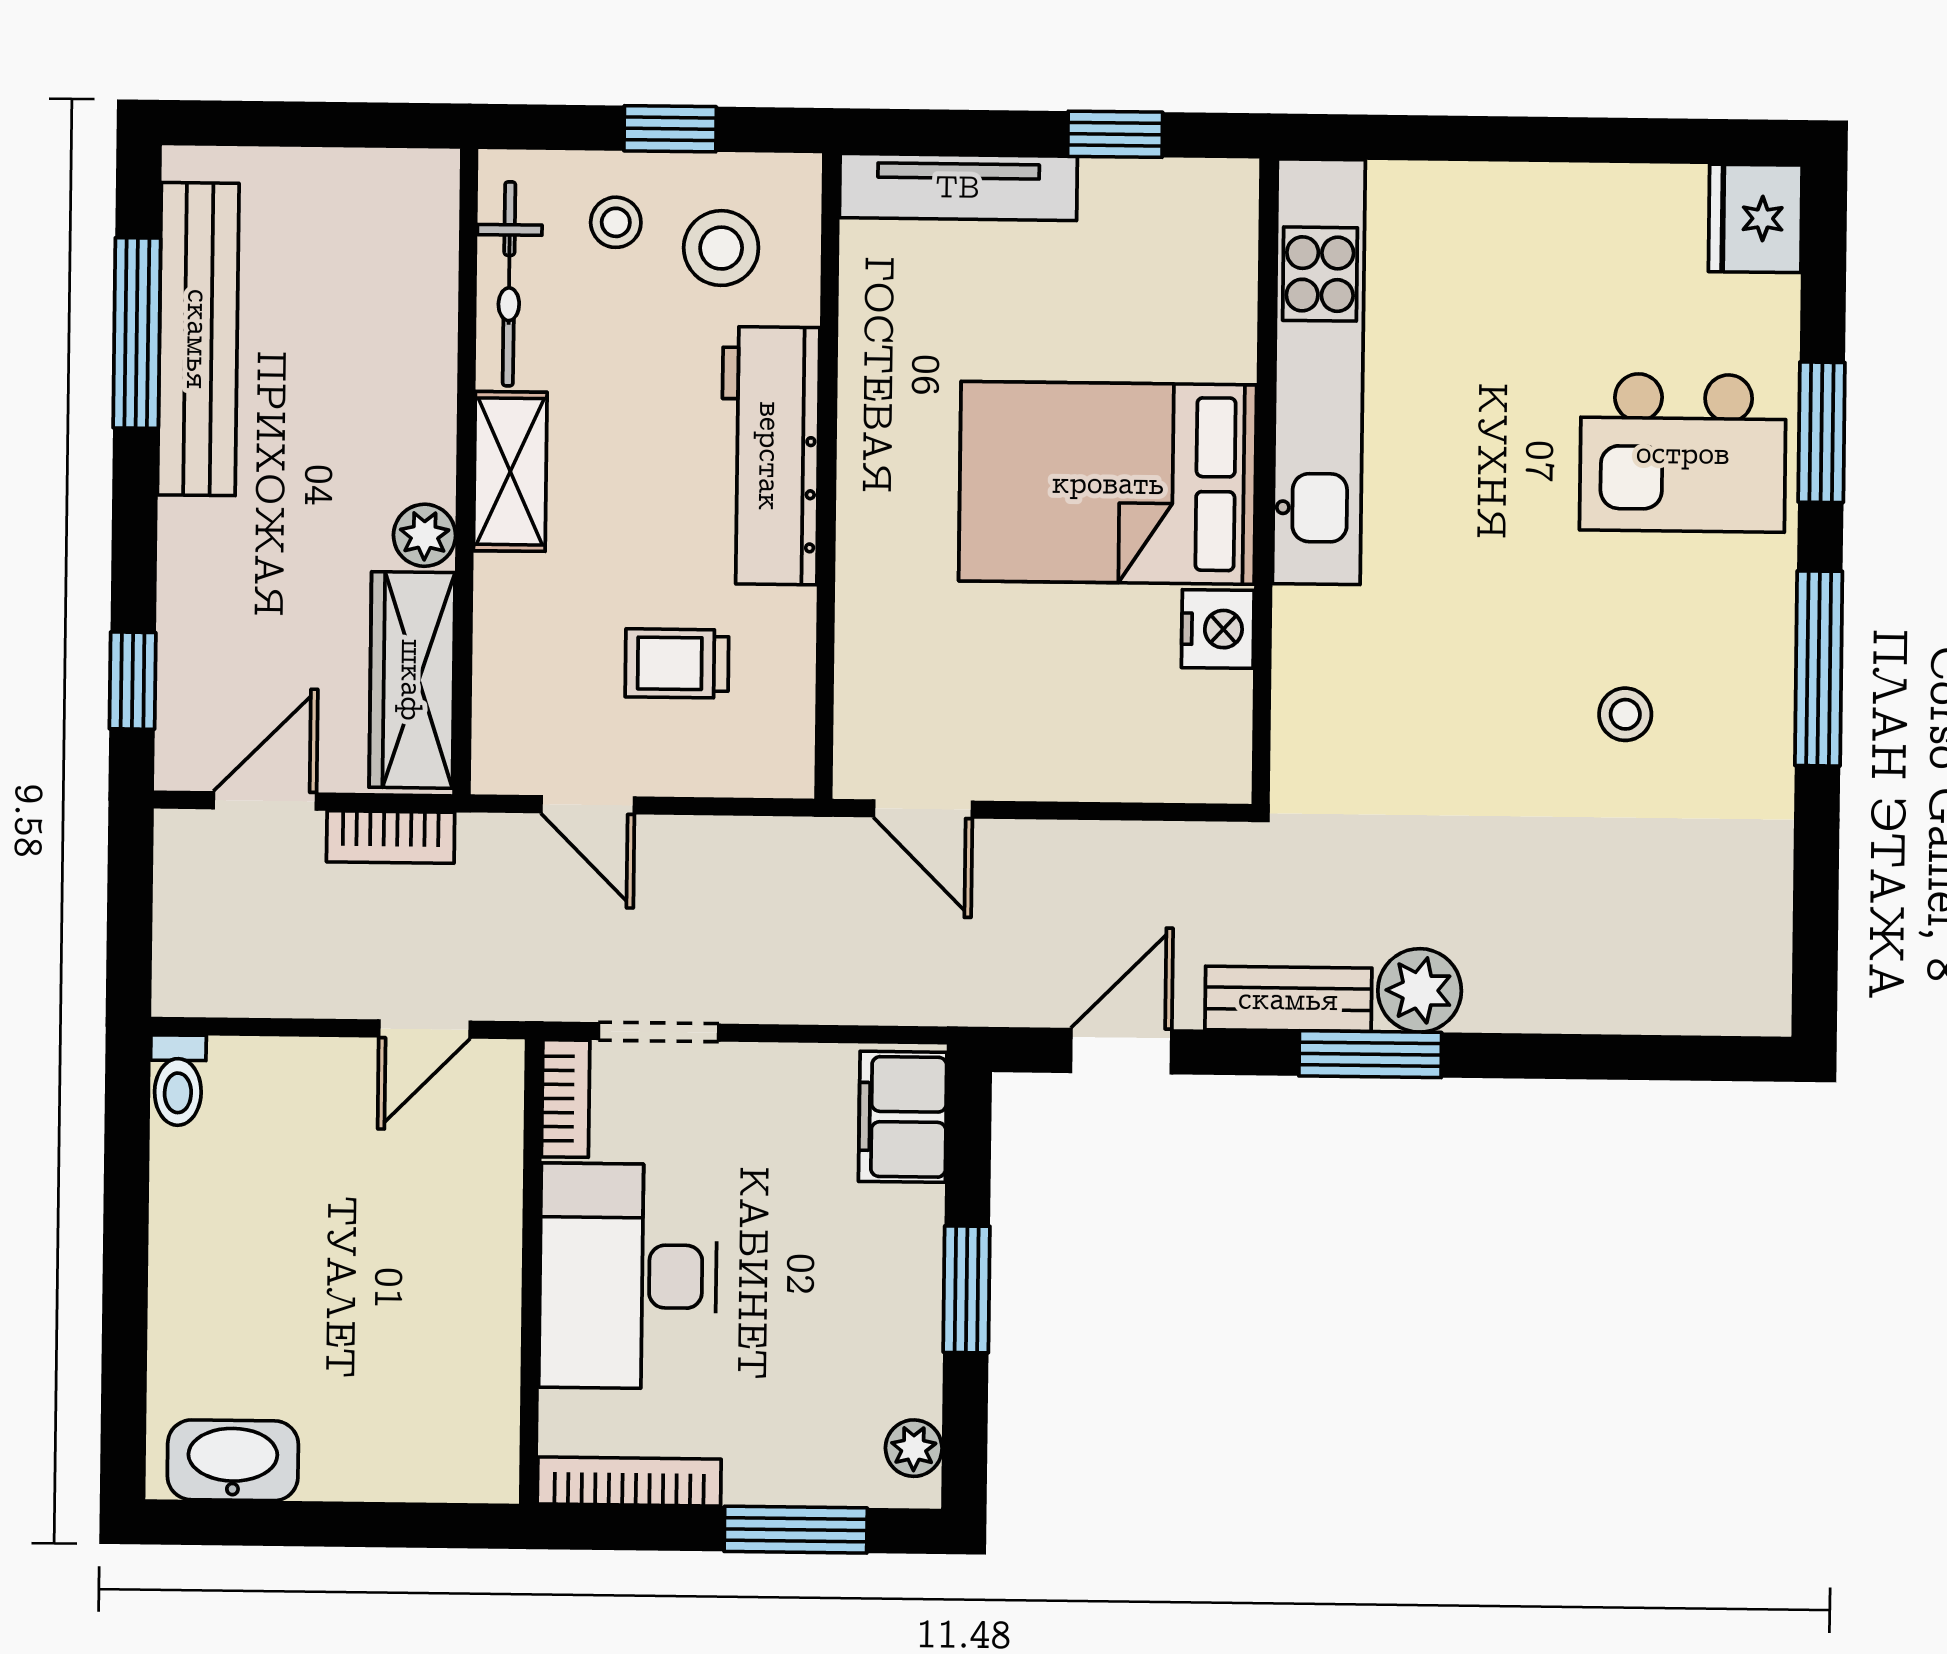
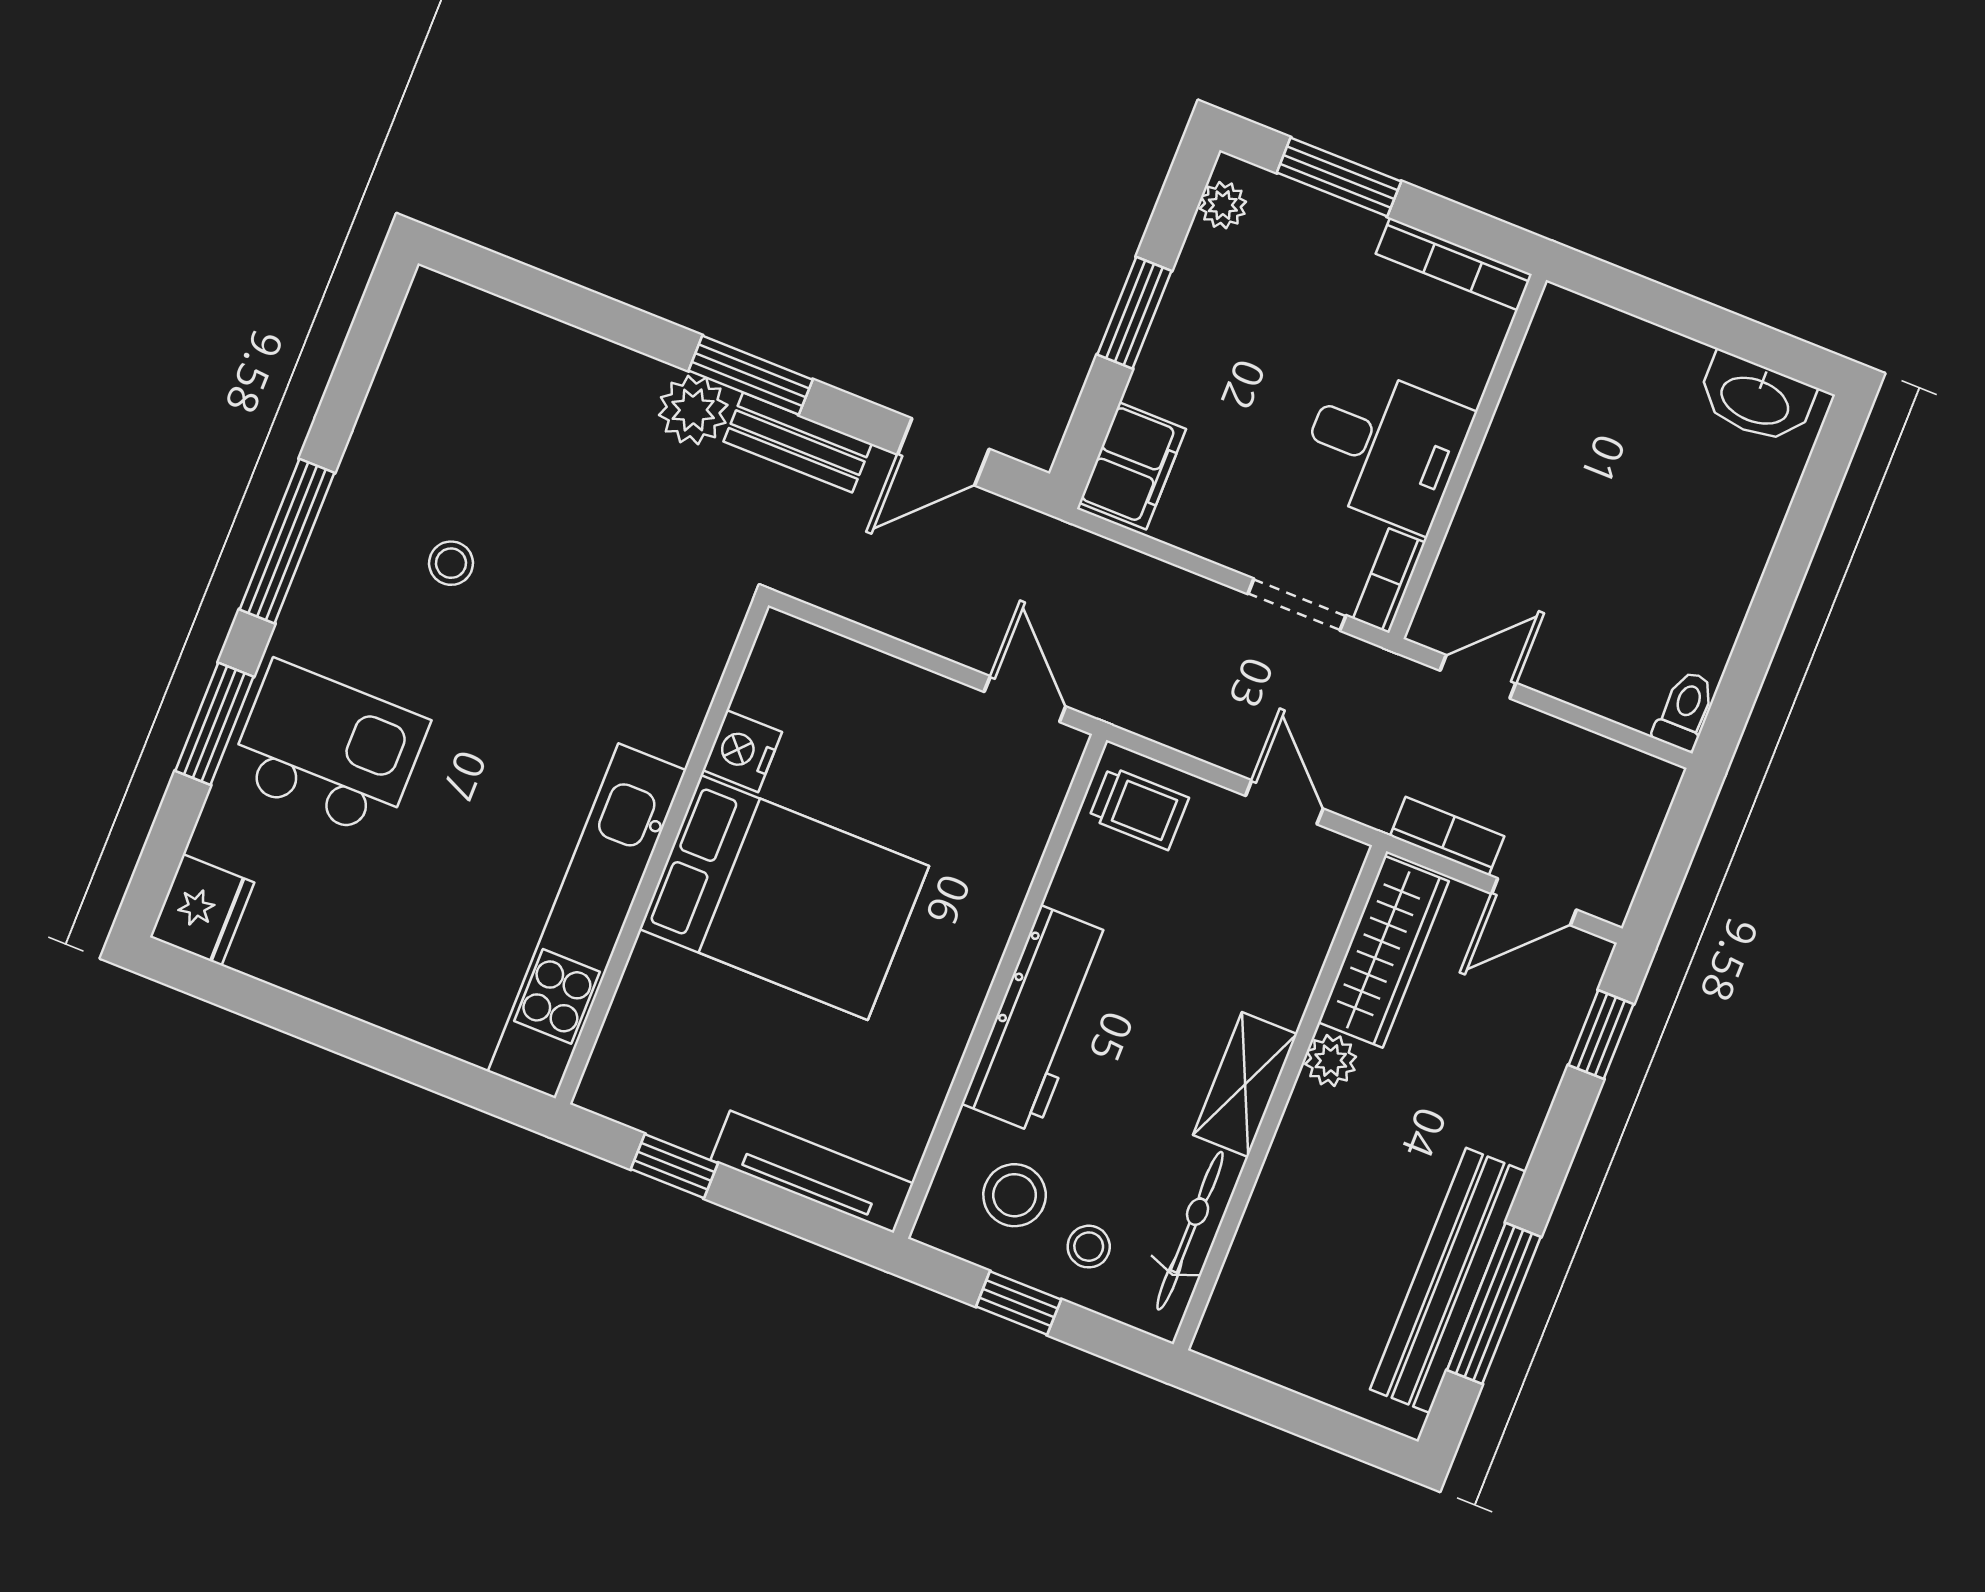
trolley: (677, 663) -> (1139, 808), moved
desk: (628, 1276) -> (1384, 448), width x0.73

